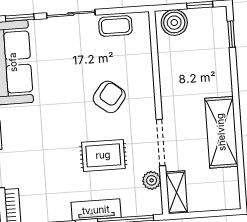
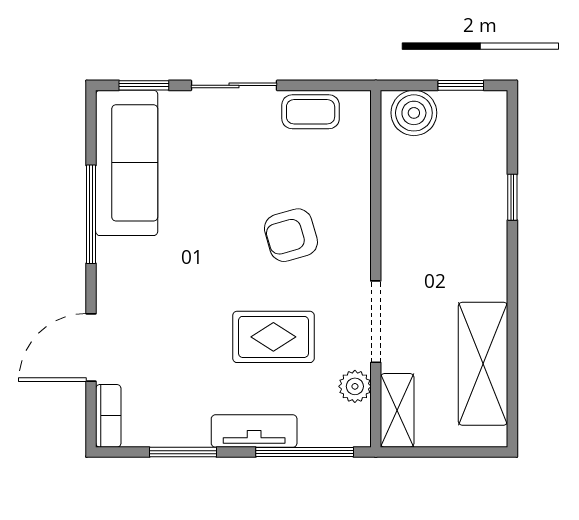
window: (231, 34) -> (512, 197), moved
armchair: (109, 97) -> (291, 235), turned -144
shelving: (221, 132) -> (483, 364), moved

